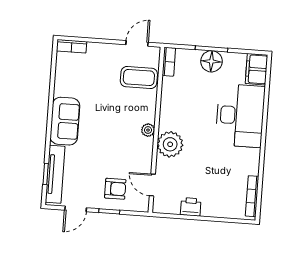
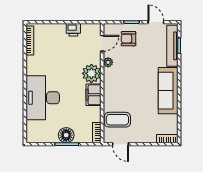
door: (137, 43) -> (120, 144), hinge flipped
filing cabinet: (256, 69) -> (94, 95), moved, turned 180
sofa: (65, 121) -> (168, 91), width x1.36
plant: (148, 130) -> (108, 62), moved
door: (152, 185) -> (102, 43), hinge flipped
door: (76, 209) -> (156, 22), hinge flipped

